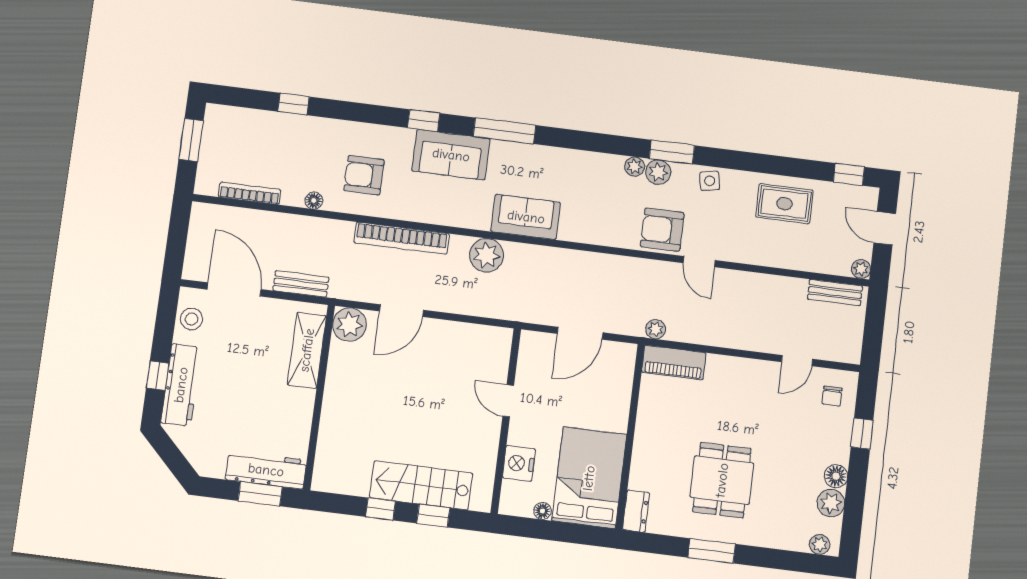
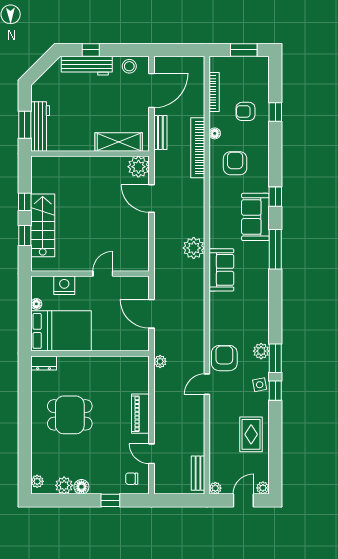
armchair: (286, 149) -> (245, 111), added
plant: (635, 167) -> (263, 488), moved
window: (849, 174) -> (275, 391), moved
bookcase: (402, 238) -> (198, 148), moved
piano: (674, 363) -> (140, 414), moved
window: (712, 551) -> (25, 414), removed

